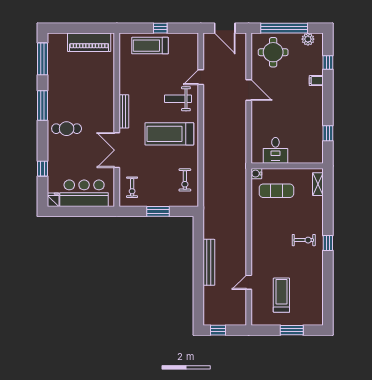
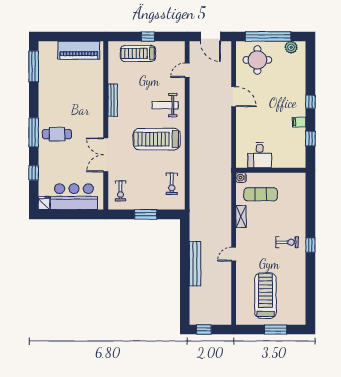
window: (328, 63) -> (310, 102), moved
door: (201, 77) -> (187, 70), moved
filing cabinet: (316, 81) -> (299, 122), moved
window: (43, 106) -> (34, 132), moved
bench: (124, 111) -> (113, 100), moved
shelving: (318, 184) -> (241, 217), moved
door: (249, 282) -> (234, 254), moved
treadmill: (281, 295) -> (265, 296), width x1.37, depth x1.38

